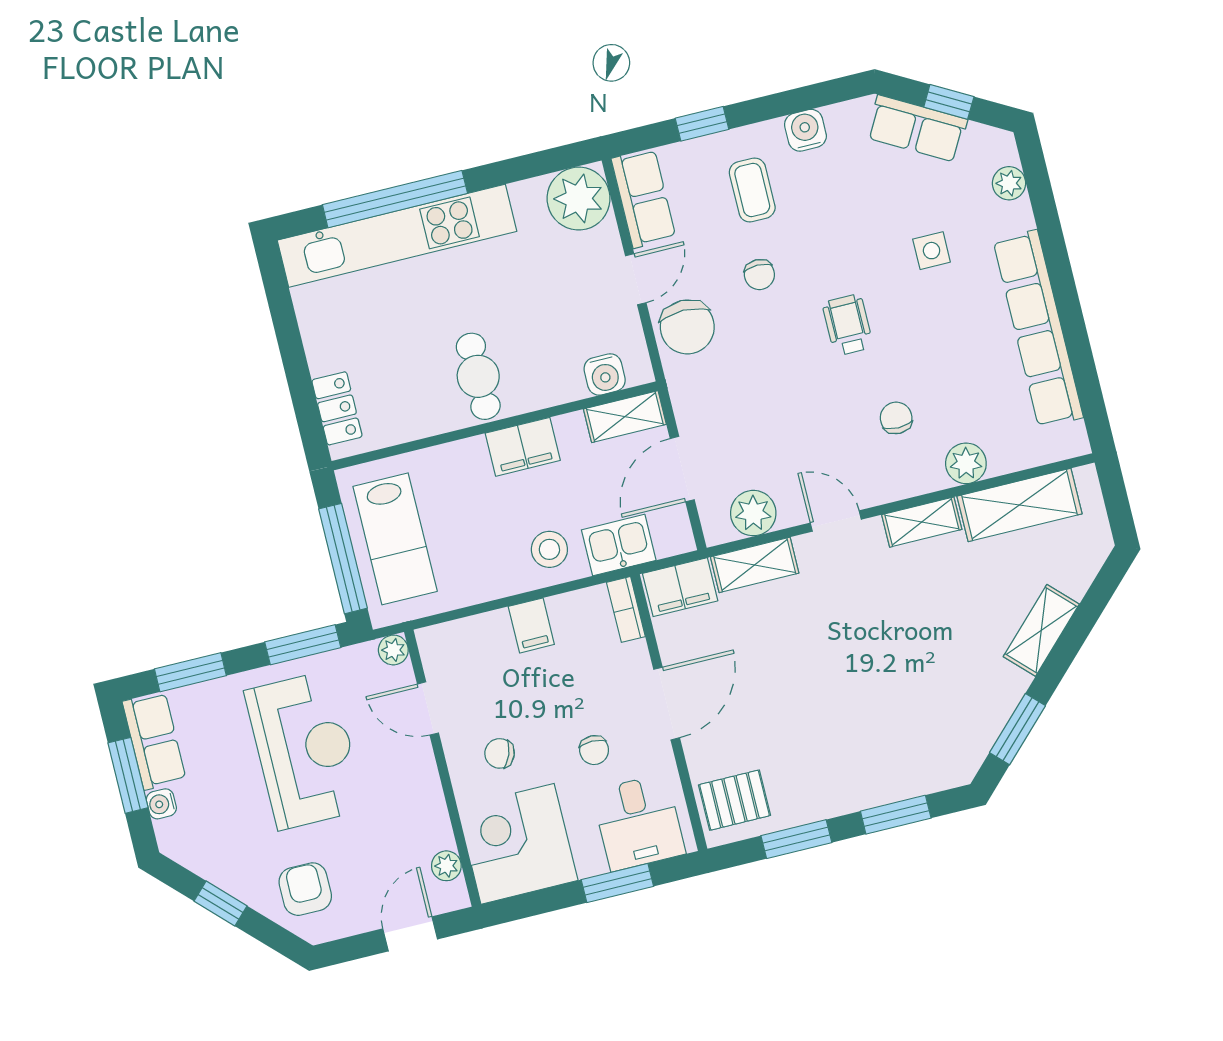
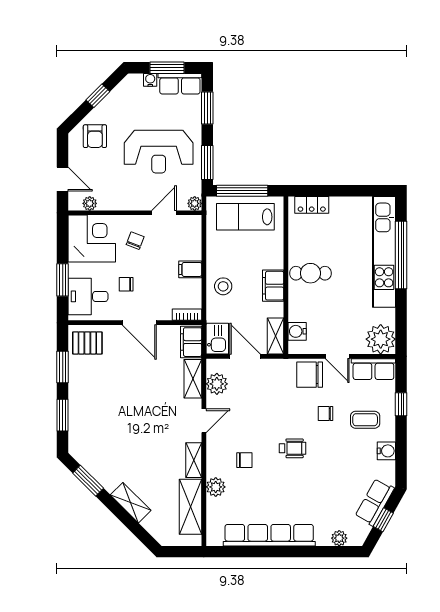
side table: (932, 251) -> (317, 495), removed
kitchen sink: (619, 545) -> (217, 339), moved
pallet: (734, 800) -> (87, 343), turned 90
armchair: (305, 889) -> (95, 136), turned 90

